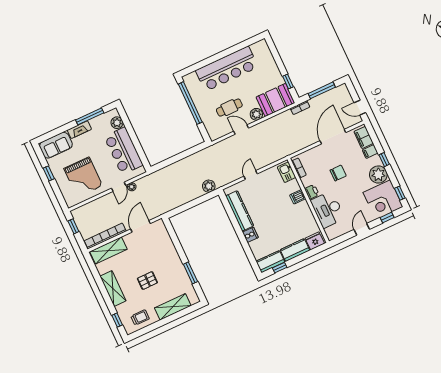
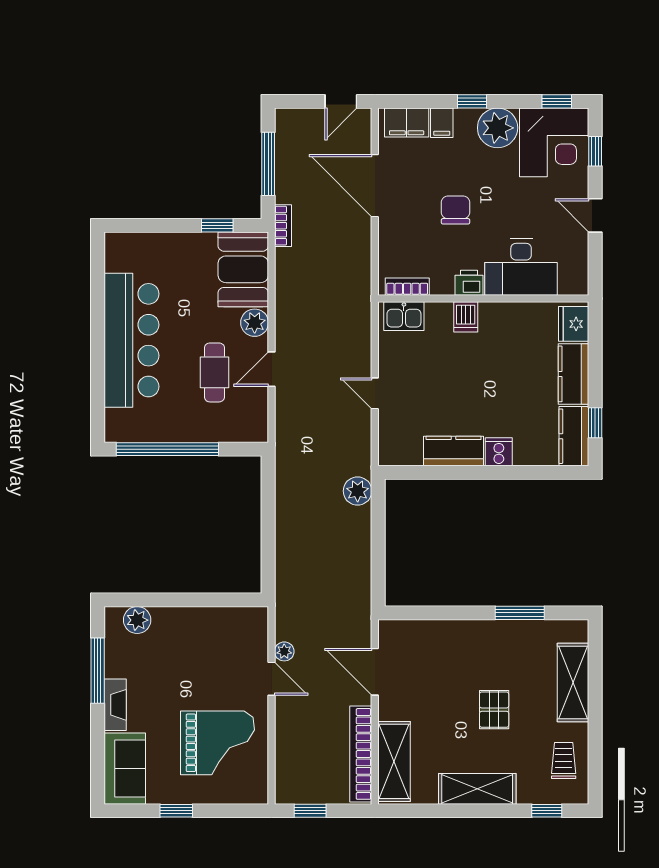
bar counter: (124, 151) -> (202, 634), removed
kitchen counter: (240, 211) -> (454, 451), width x0.67

